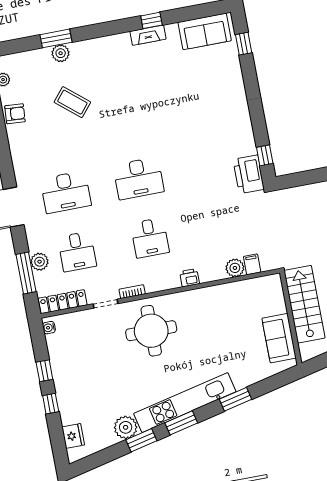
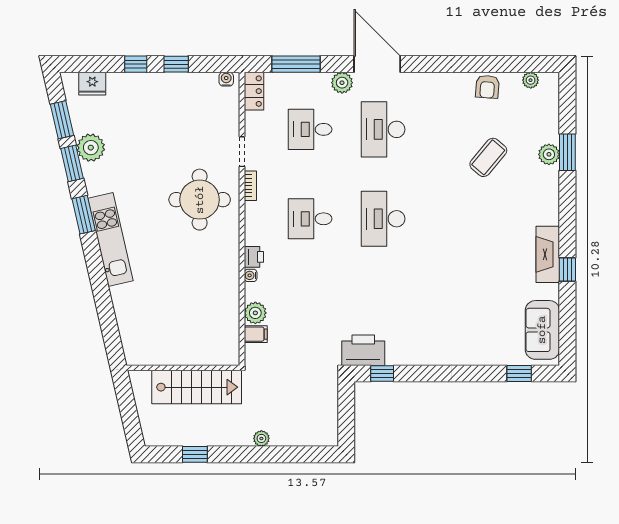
fireplace: (148, 35) -> (548, 254), width x1.37, depth x1.32
plant: (40, 262) -> (342, 83), moved
water cooler: (205, 278) -> (251, 275), added
locker: (63, 302) -> (254, 91), width x0.66
sofa: (279, 338) -> (162, 350), removed
window: (236, 399) -> (62, 120), moved
kitchen unit: (185, 403) -> (111, 240), width x0.73

